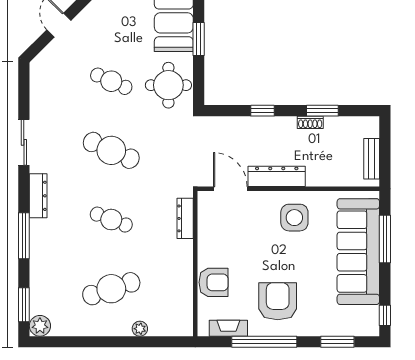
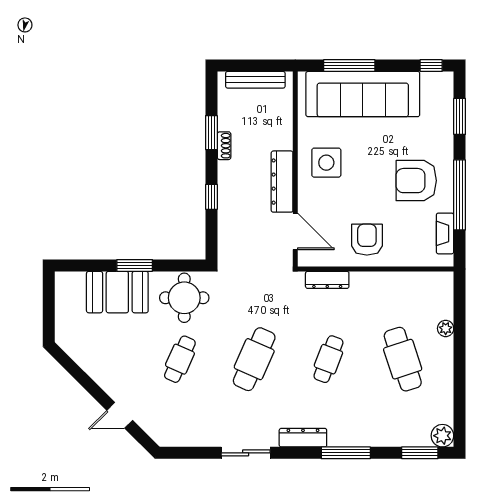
bench: (372, 159) -> (255, 80), width x1.36
door: (230, 189) -> (295, 231), swing flipped
armchair: (214, 282) -> (367, 240), moved

